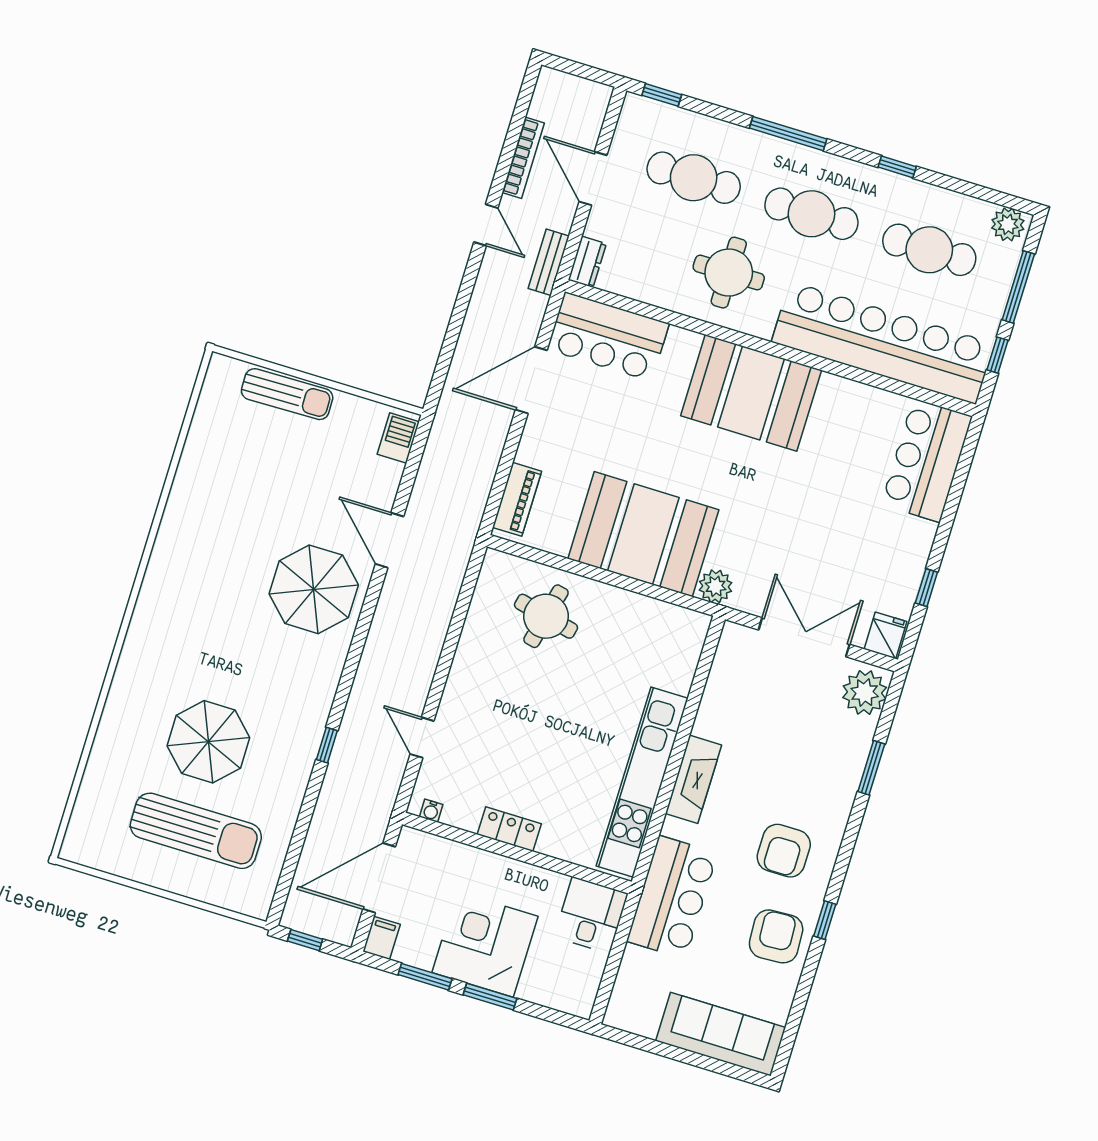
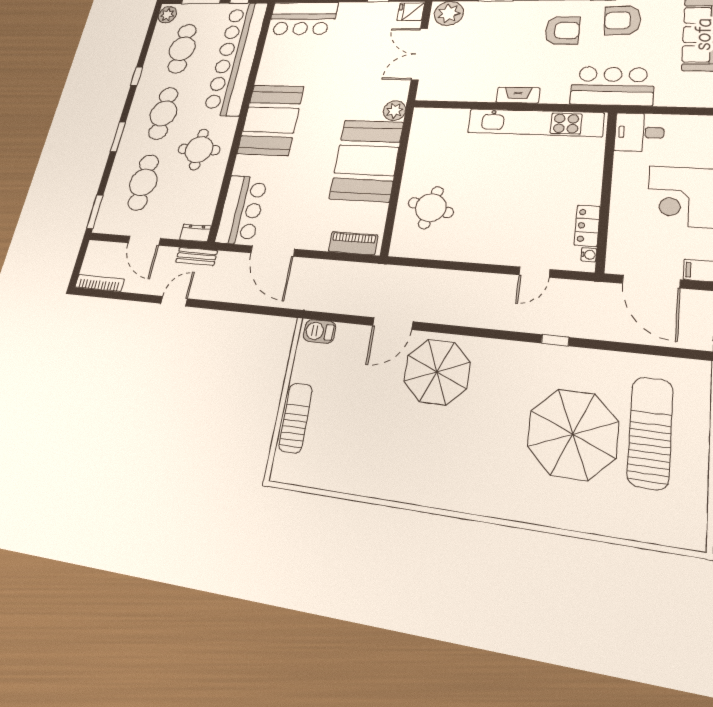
window: (662, 95) -> (95, 212), width x1.50
window: (788, 134) -> (118, 137), width x0.69
bookcase: (523, 158) -> (100, 283), moved
door: (593, 178) -> (144, 241), hinge flipped
parasol: (208, 742) -> (573, 434), width x1.36, depth x1.36
fireplace: (693, 779) -> (518, 95), width x0.73, depth x0.76
locker: (509, 829) -> (587, 226), moved

